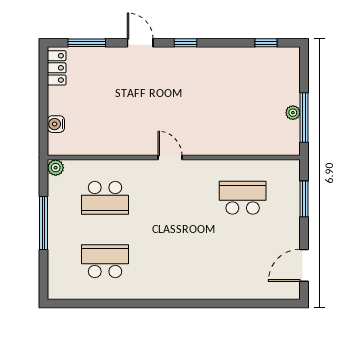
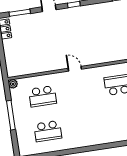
water cooler: (56, 124) -> (9, 60), removed
school desk: (105, 261) -> (48, 131), turned 180

